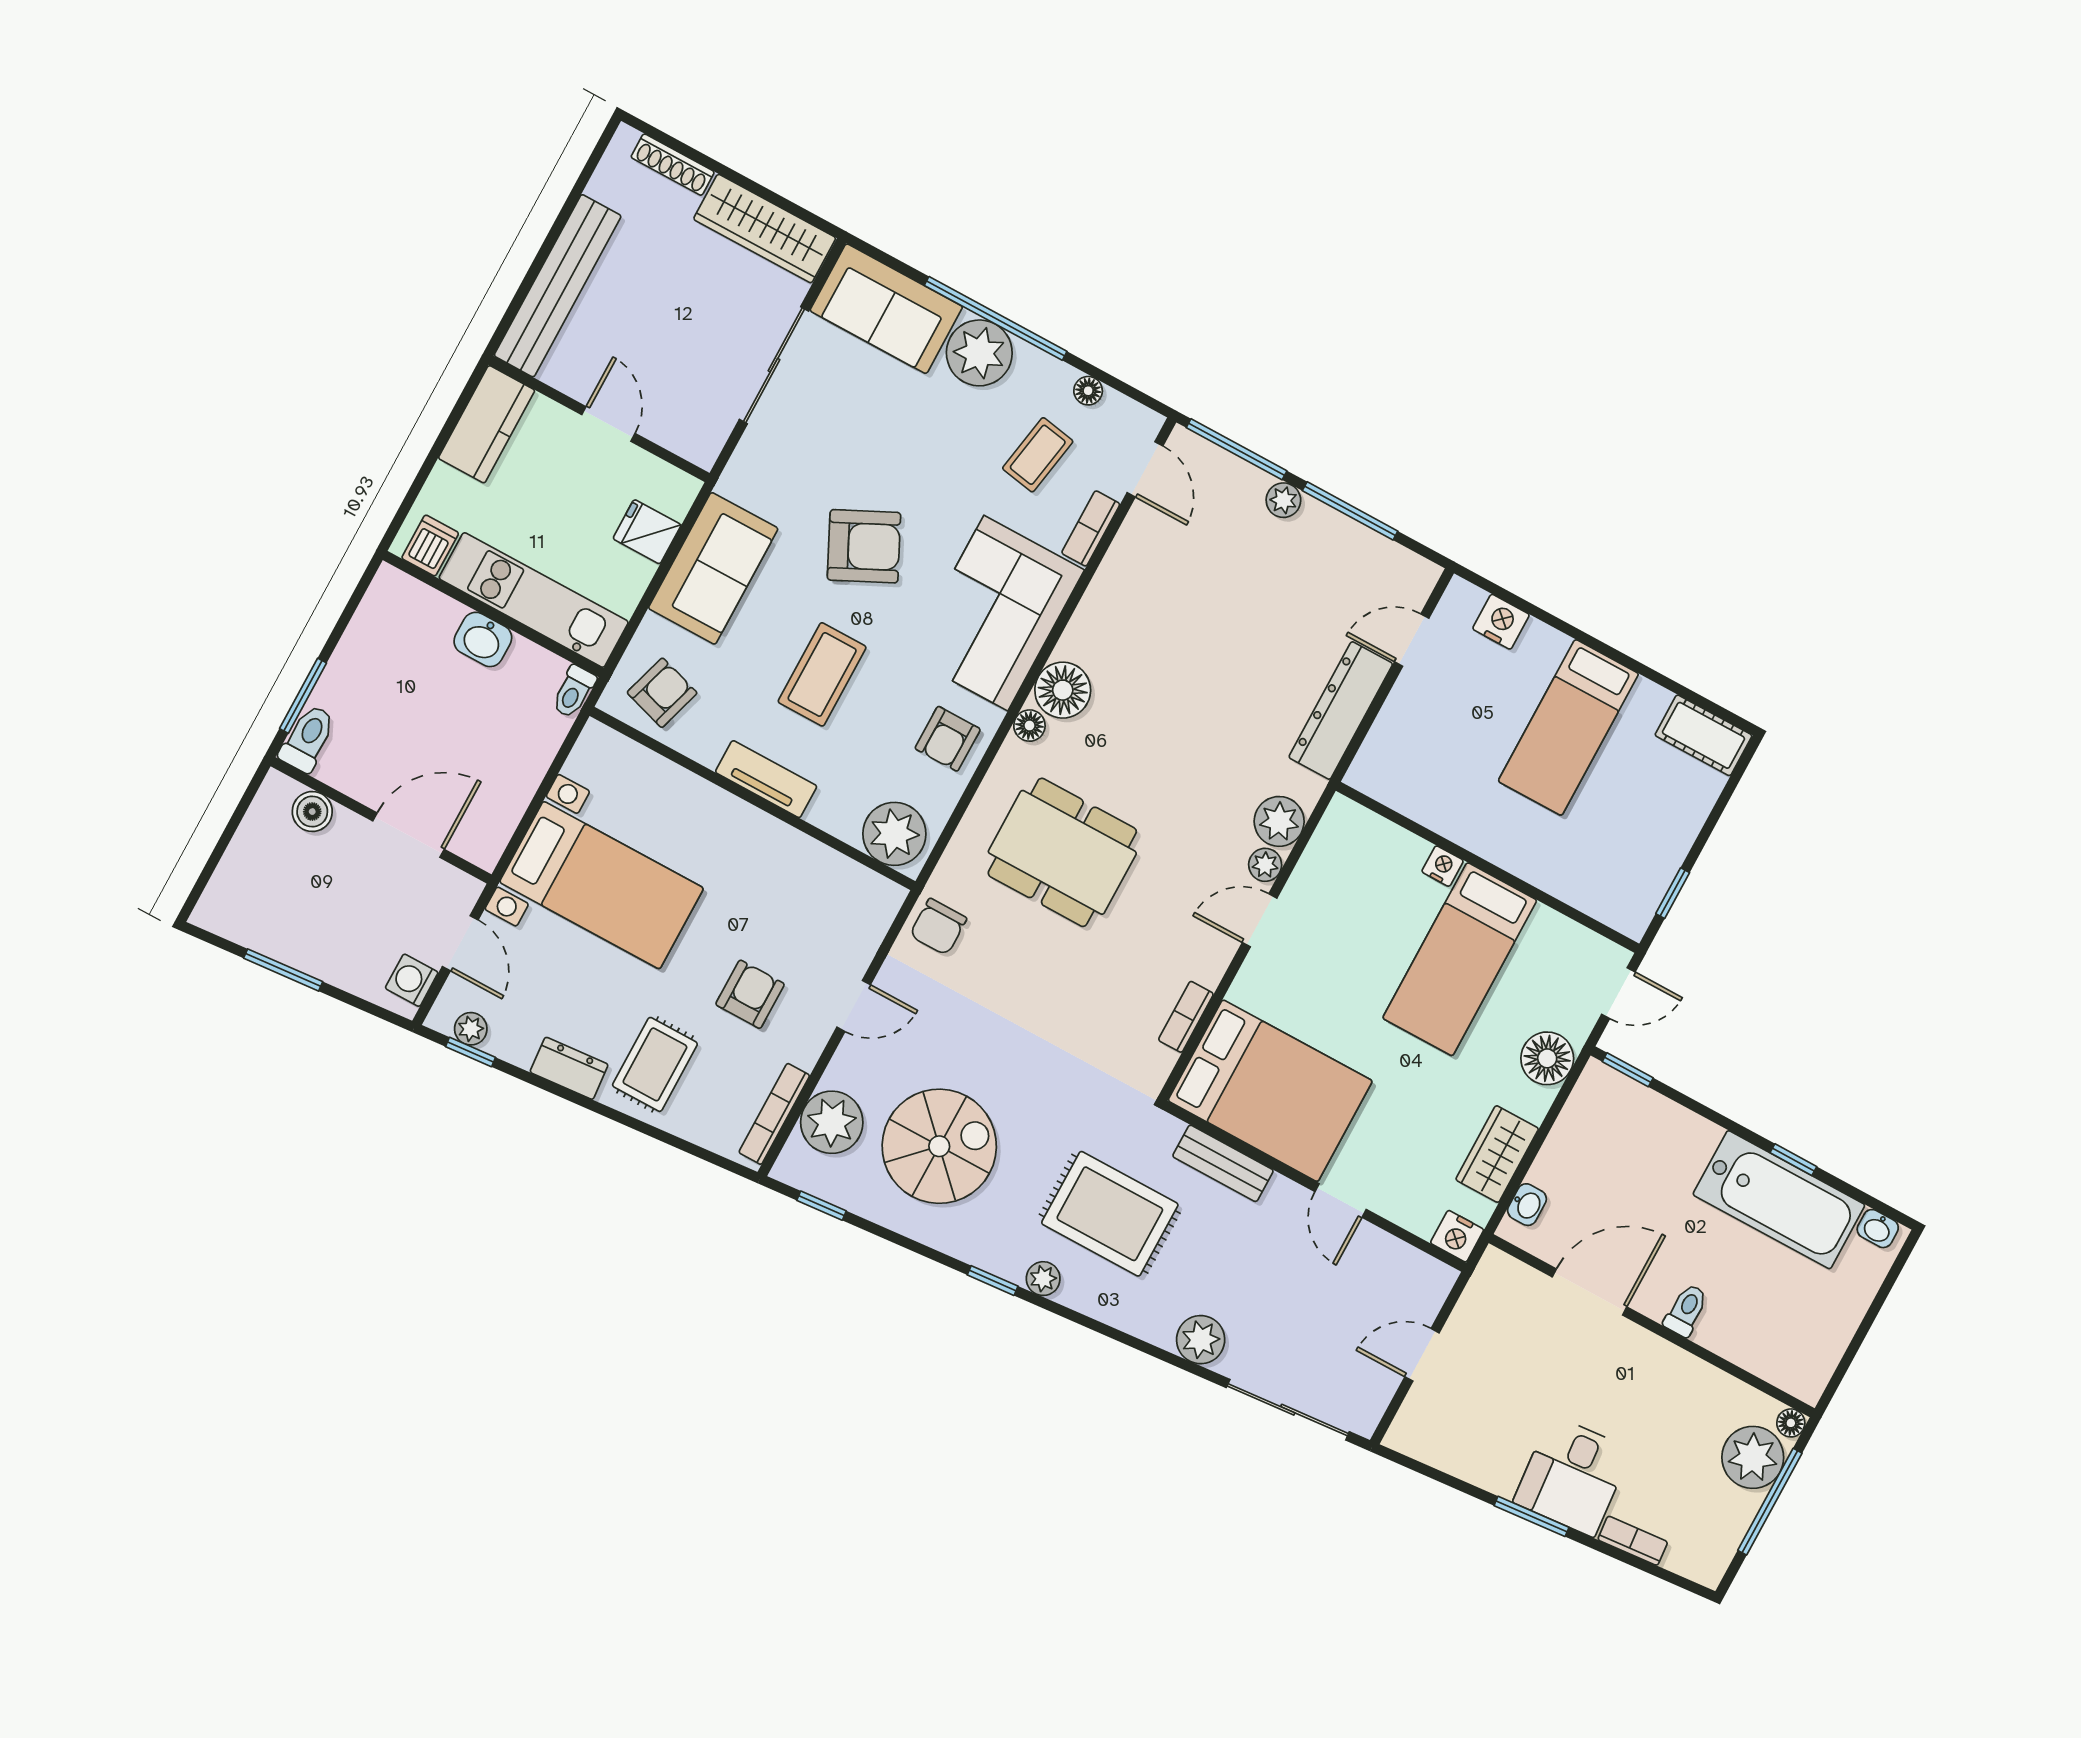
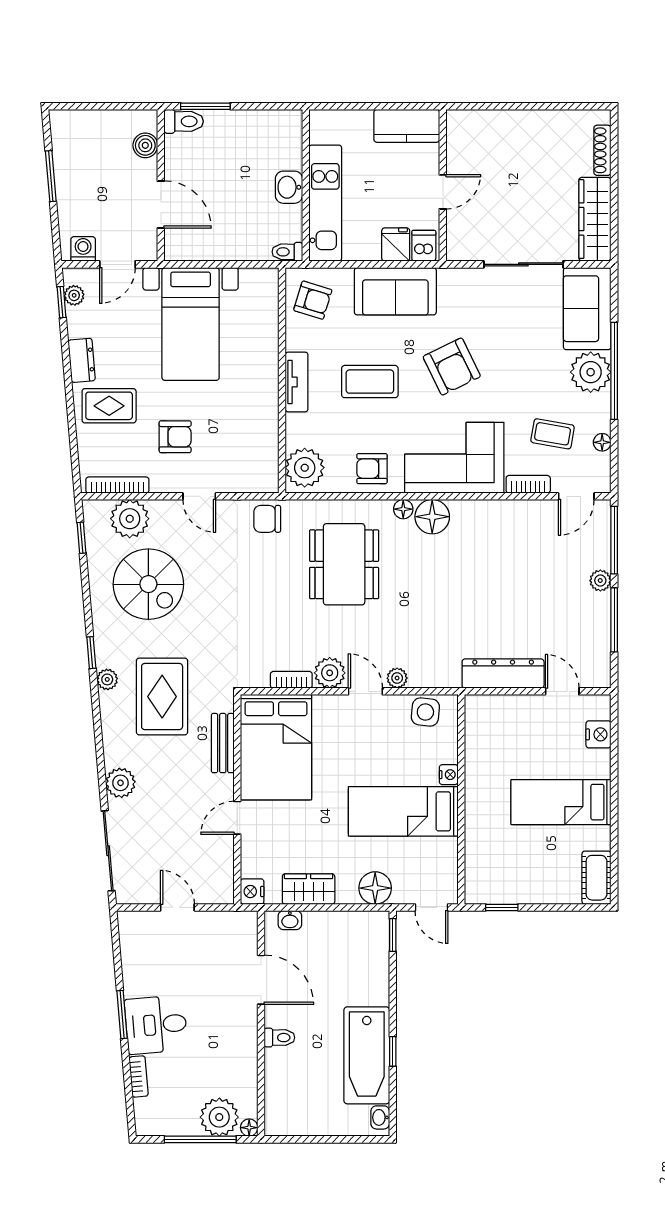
bench: (558, 286) -> (503, 124), removed
dishwasher: (430, 546) -> (424, 246), moved, turned -90
plant: (1279, 821) -> (330, 673), moved
side table: (1335, 851) -> (425, 712), added

